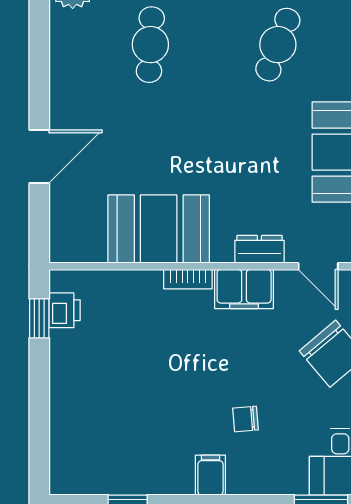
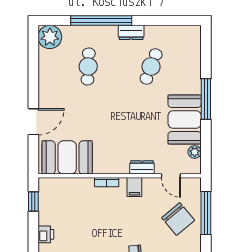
booth: (159, 229) -> (67, 157), moved
filing cabinet: (244, 289) -> (134, 187), width x0.50
printer: (65, 310) -> (46, 234), moved

